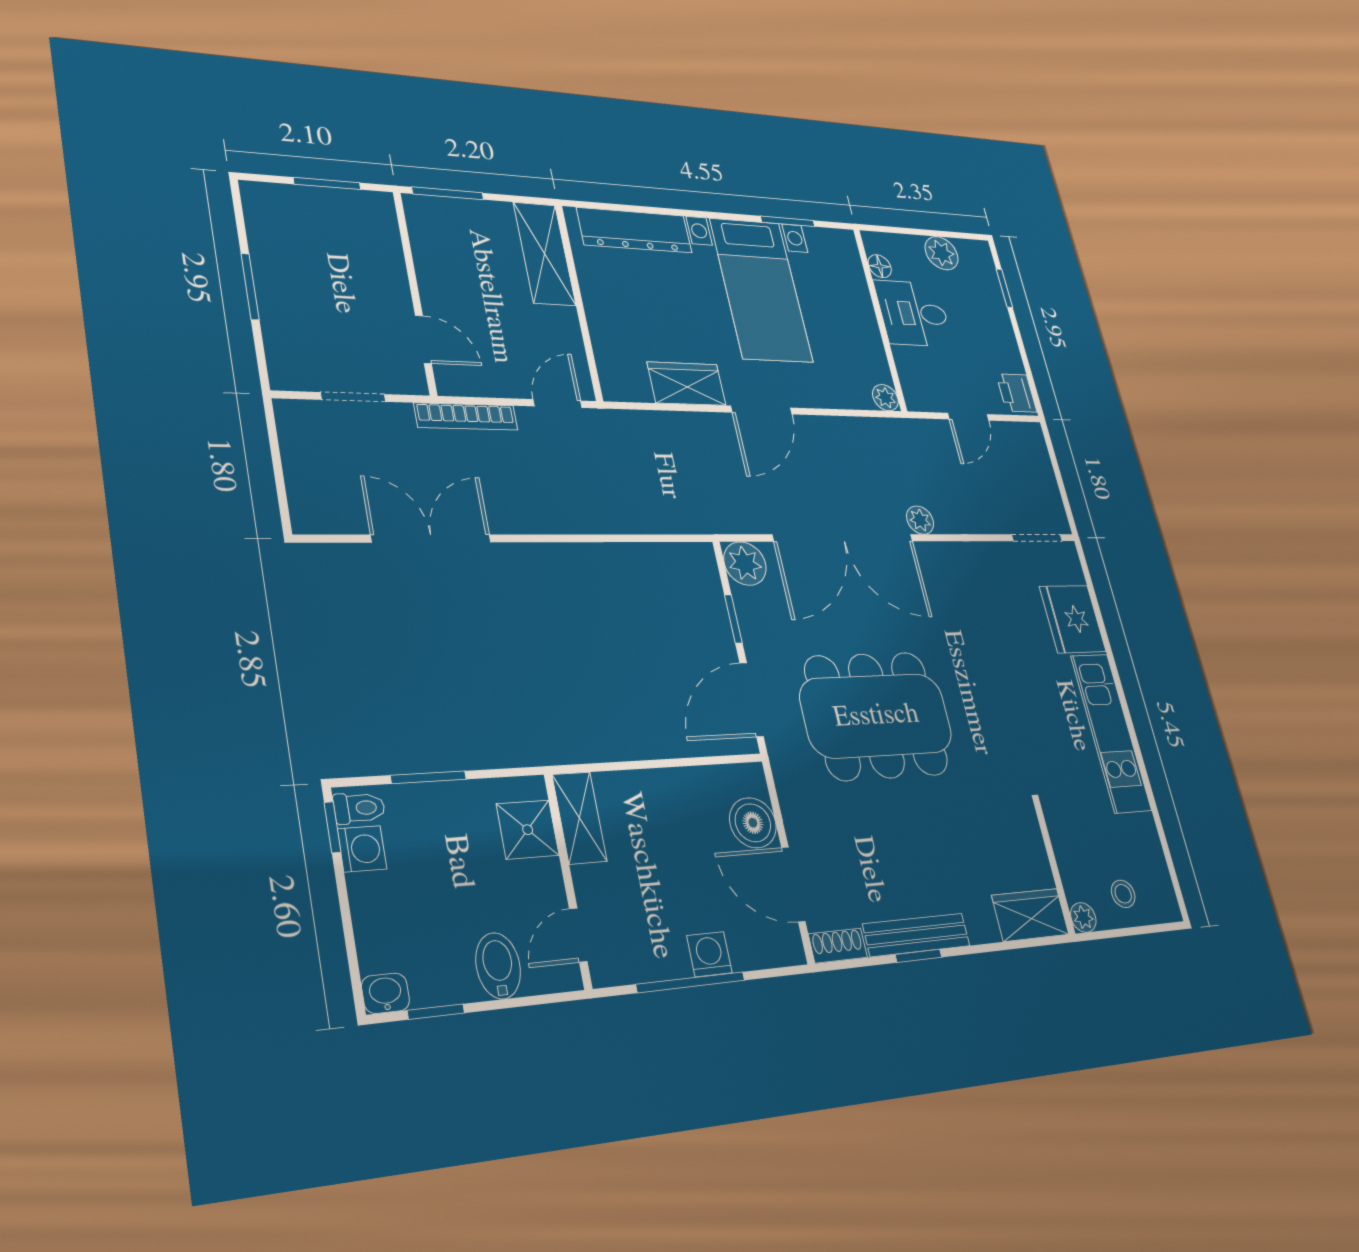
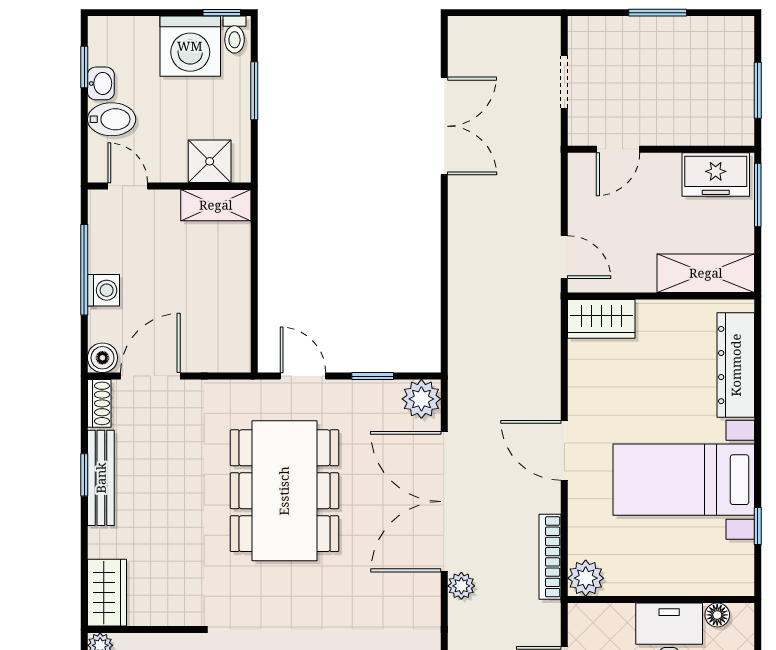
window: (788, 221) -> (758, 526), width x0.67
freezer: (433, 236) -> (716, 174), added
wardrobe: (686, 384) -> (601, 319), moved, turned 90
plant: (885, 398) -> (586, 578), width x1.38, depth x1.38
bookcase: (466, 417) -> (550, 557), moved
door: (752, 700) -> (303, 376), width x0.73
boiler: (753, 823) -> (102, 358), moved, width x0.73, depth x0.73
washing machine: (362, 849) -> (190, 46), width x1.89, depth x1.89
washbasin: (385, 993) -> (101, 83), moved

